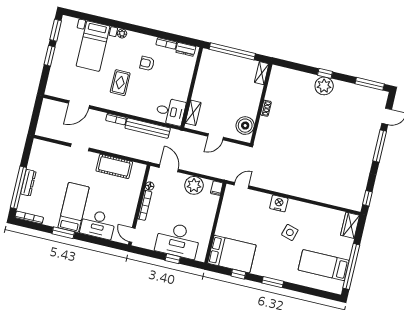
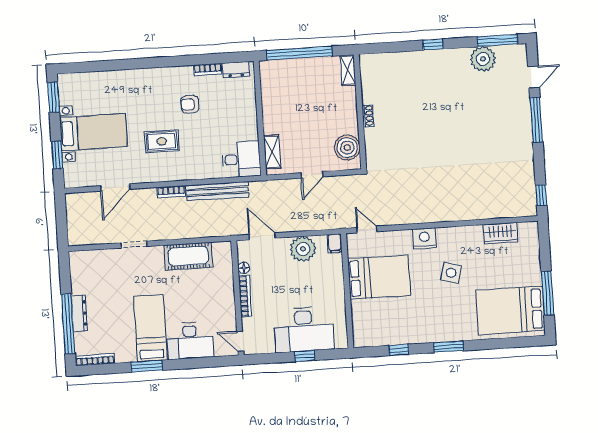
plant: (122, 34) -> (144, 74), removed
bed with nightstands: (93, 46) -> (94, 132), moved, turned -90
window: (50, 56) -> (57, 155), moved
rug: (120, 83) -> (162, 141), turned 90
plant: (324, 86) -> (483, 59), moved
door: (241, 185) -> (367, 230), hinge flipped
wardrobe: (350, 225) -> (500, 233), moved, turned -90
bed: (232, 254) -> (379, 277), moved
bed: (324, 265) -> (510, 310), width x1.50
window: (351, 266) -> (548, 293), width x0.68

